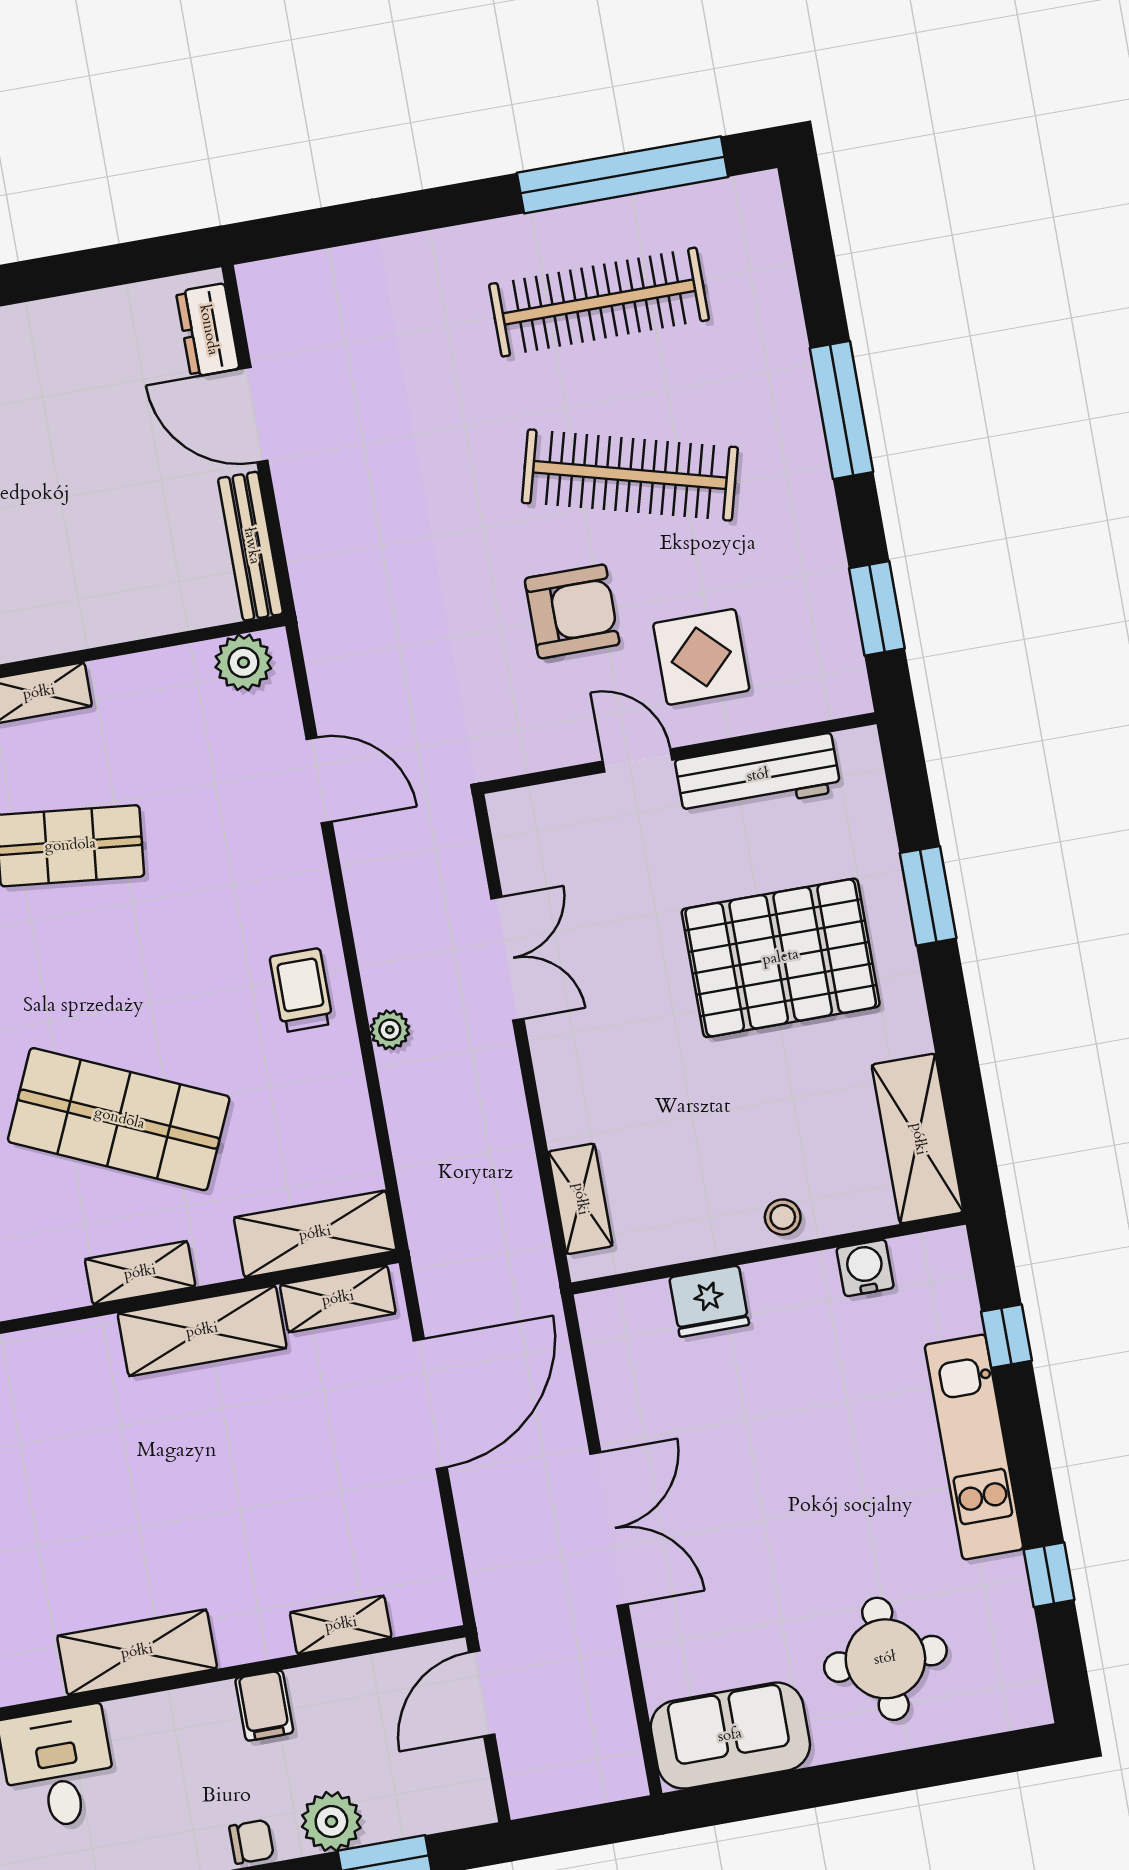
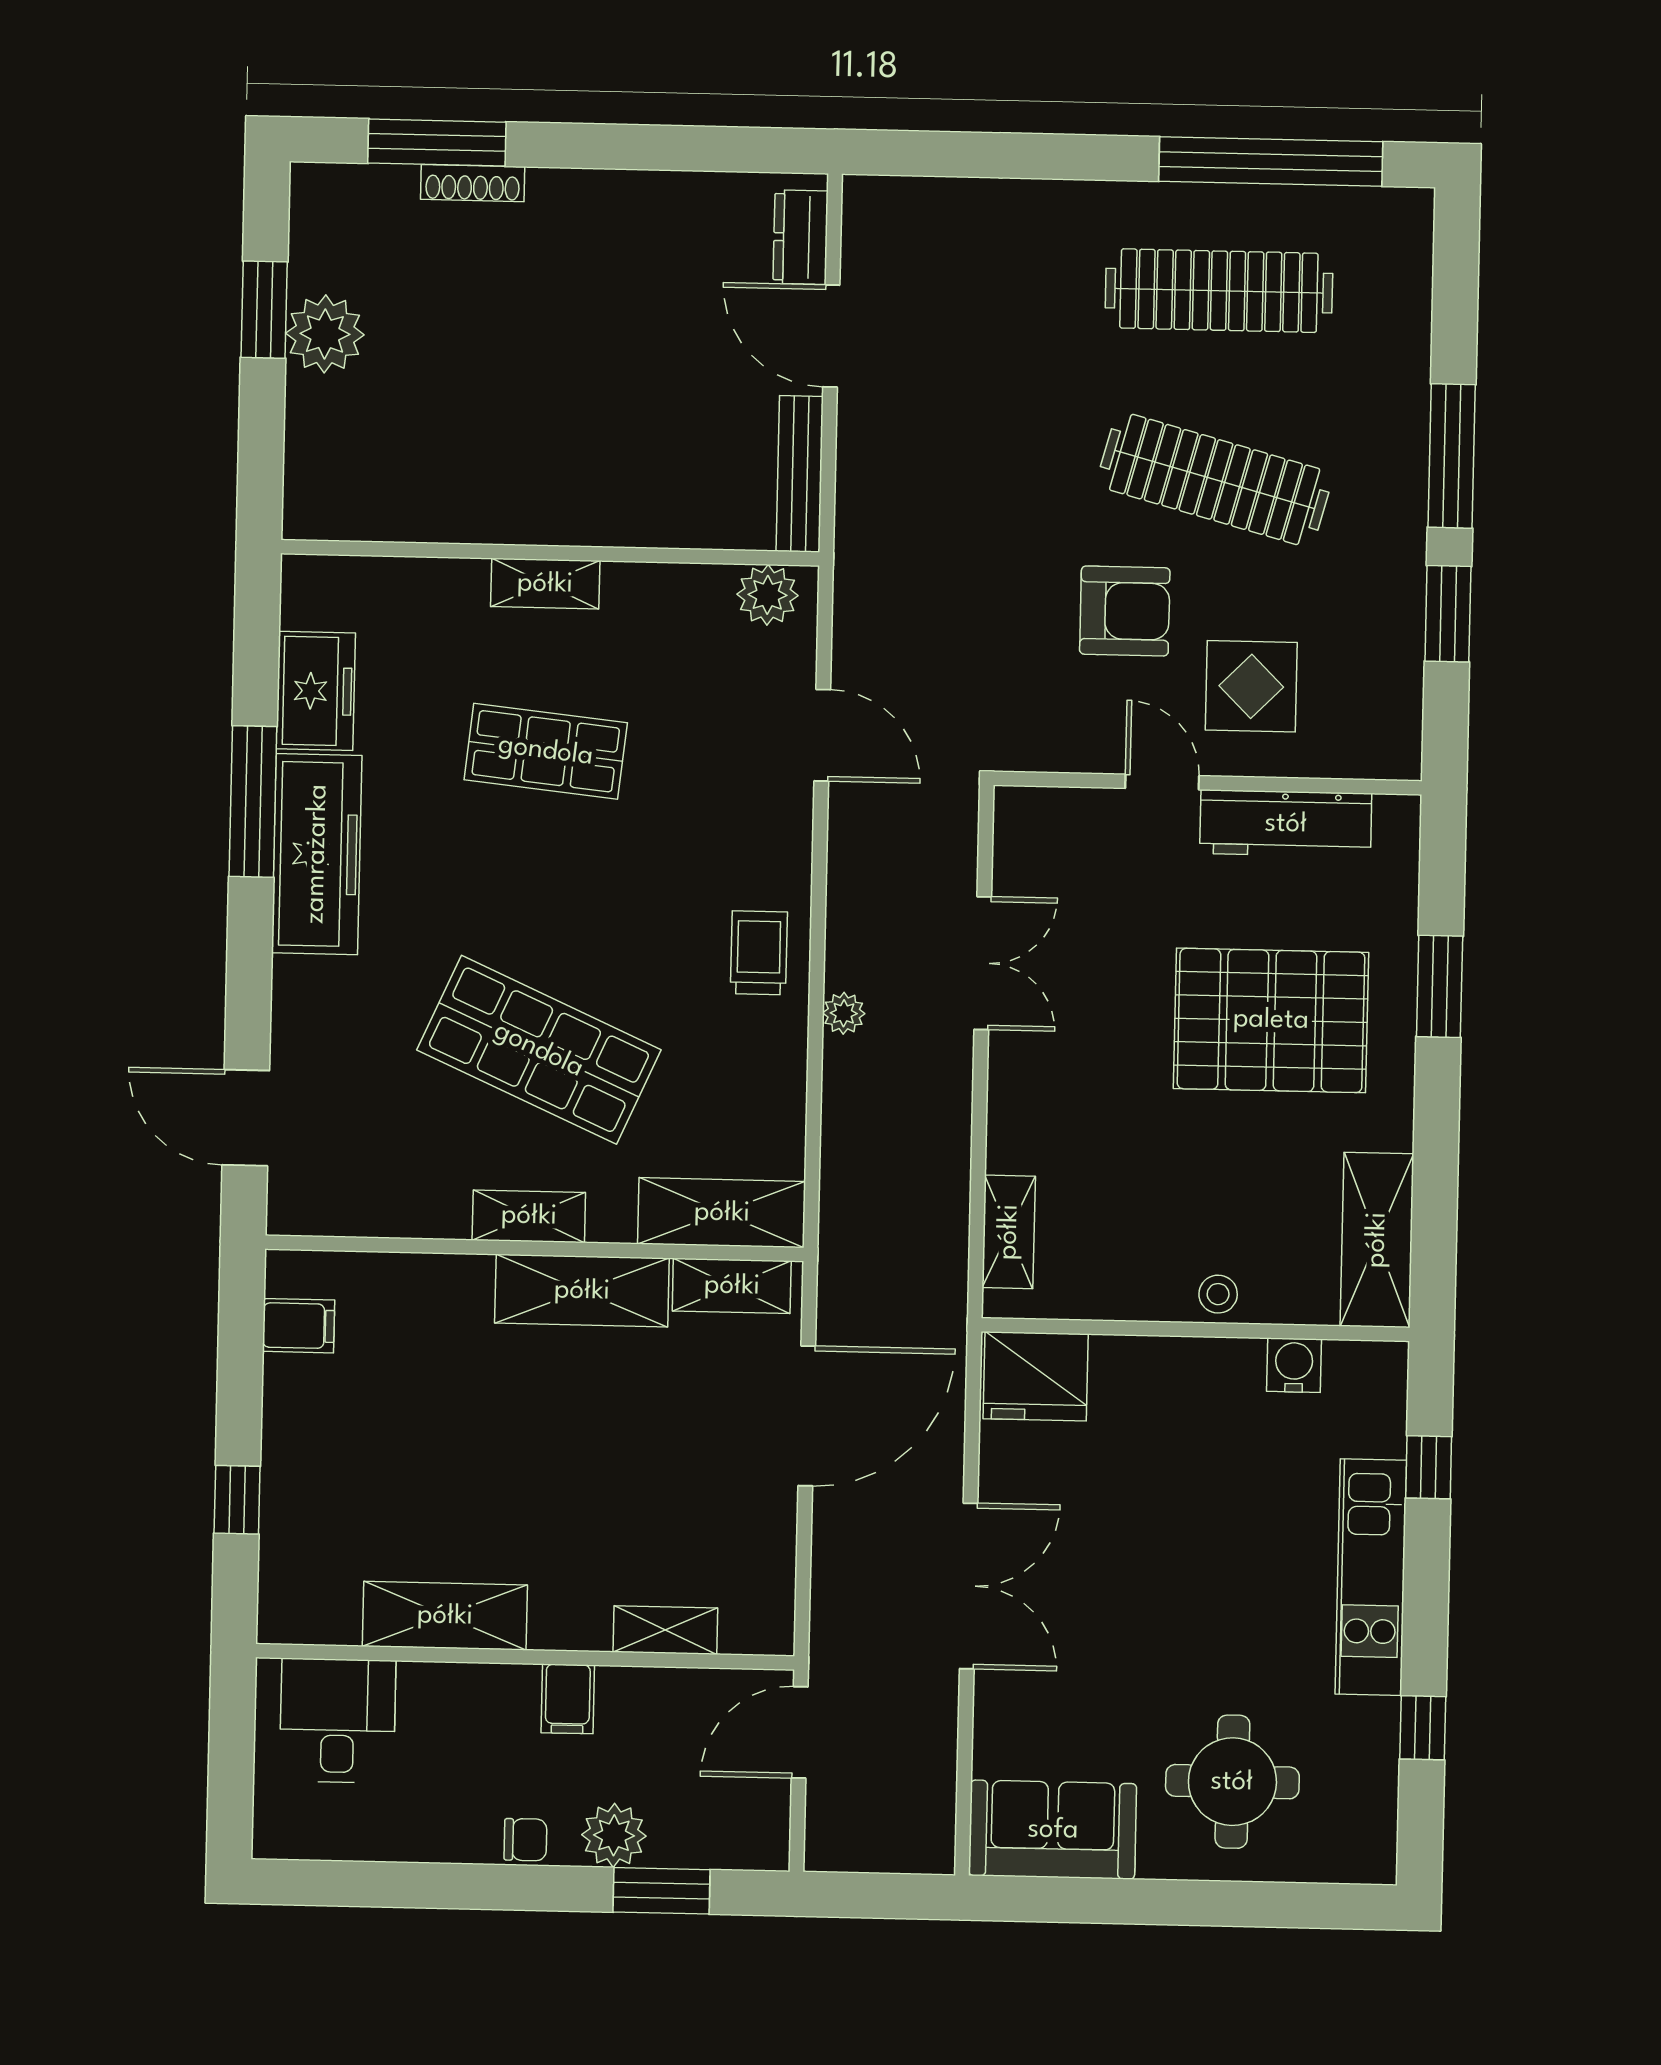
window: (877, 608) -> (1448, 614), moved
fridge: (709, 1301) -> (1036, 1376), moved, width x1.36, depth x1.34

